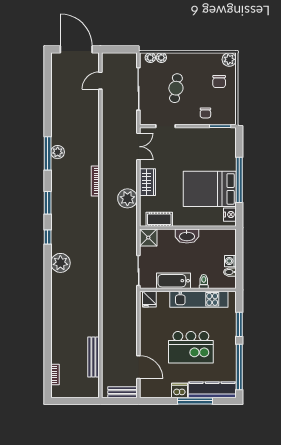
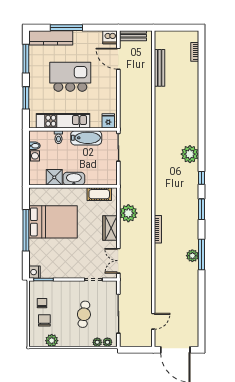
plant: (229, 59) -> (52, 341), moved
chair: (205, 113) -> (42, 303), moved
nightstand: (230, 215) -> (34, 272), moved
shower: (148, 238) -> (54, 177), moved
window: (239, 367) -> (26, 59), width x0.68
dishwasher: (180, 390) -> (110, 37), moved

